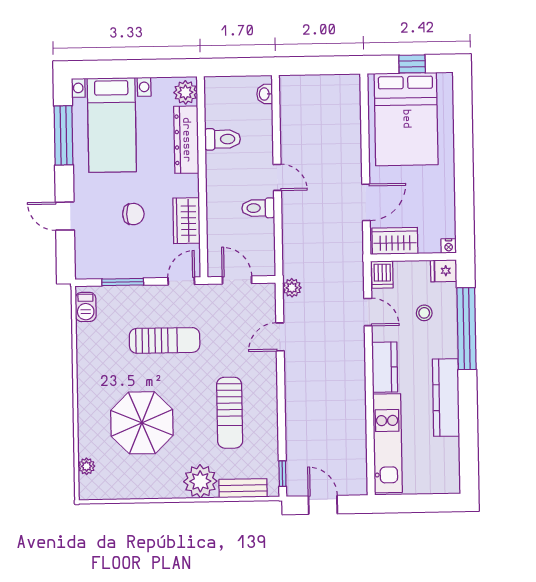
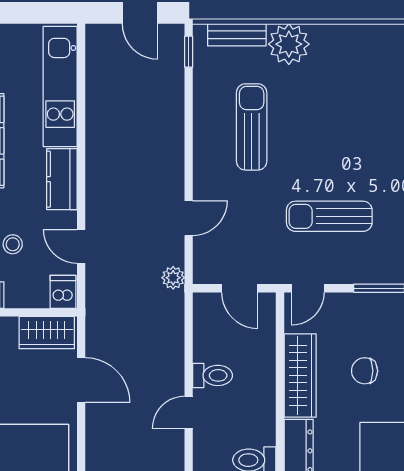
door: (277, 177) -> (189, 412), hinge flipped
door: (366, 202) -> (81, 380), swing flipped
wardrobe: (186, 221) -> (300, 375), width x1.50
parasol: (142, 423) -> (359, 116), removed

